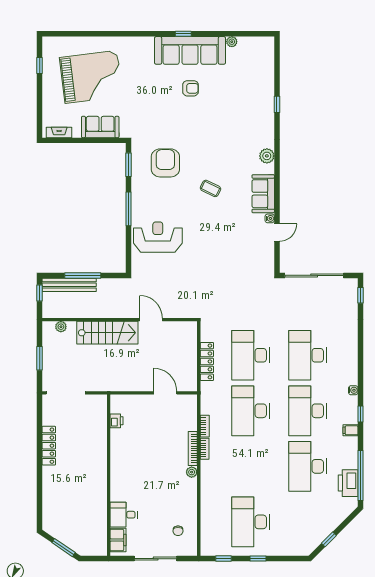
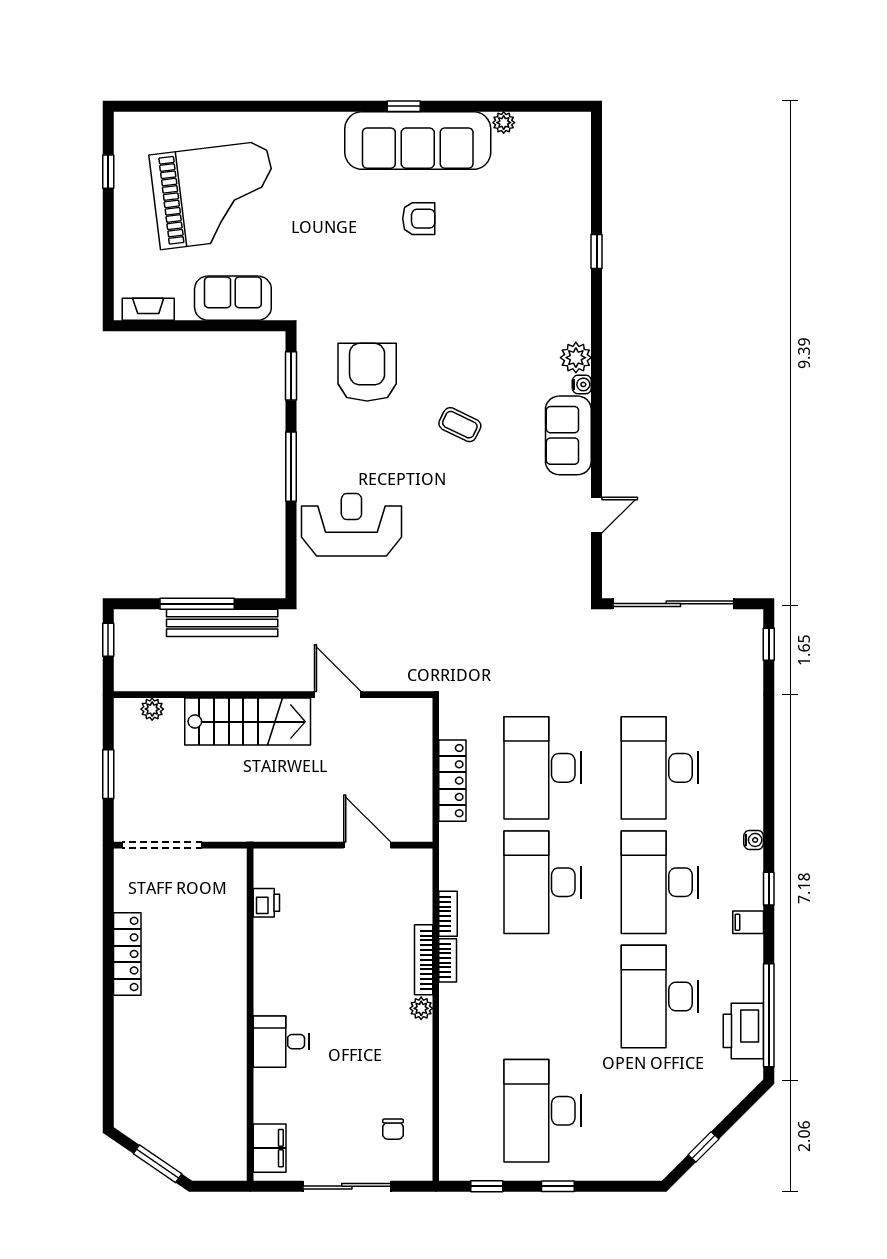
water cooler: (270, 218) -> (582, 384), moved
bench: (69, 285) -> (222, 623), moved
desk: (124, 515) -> (281, 1042), moved

